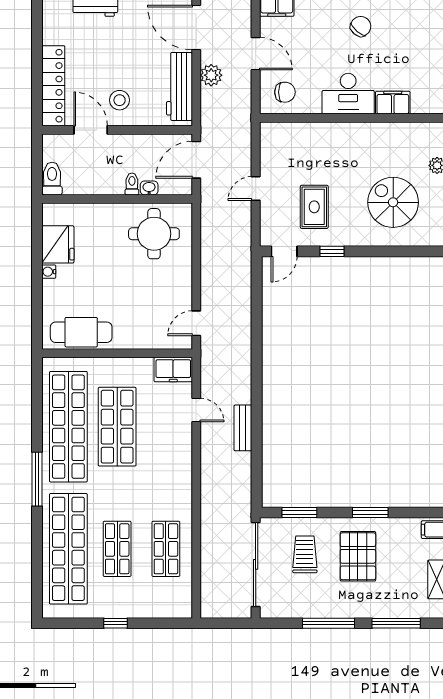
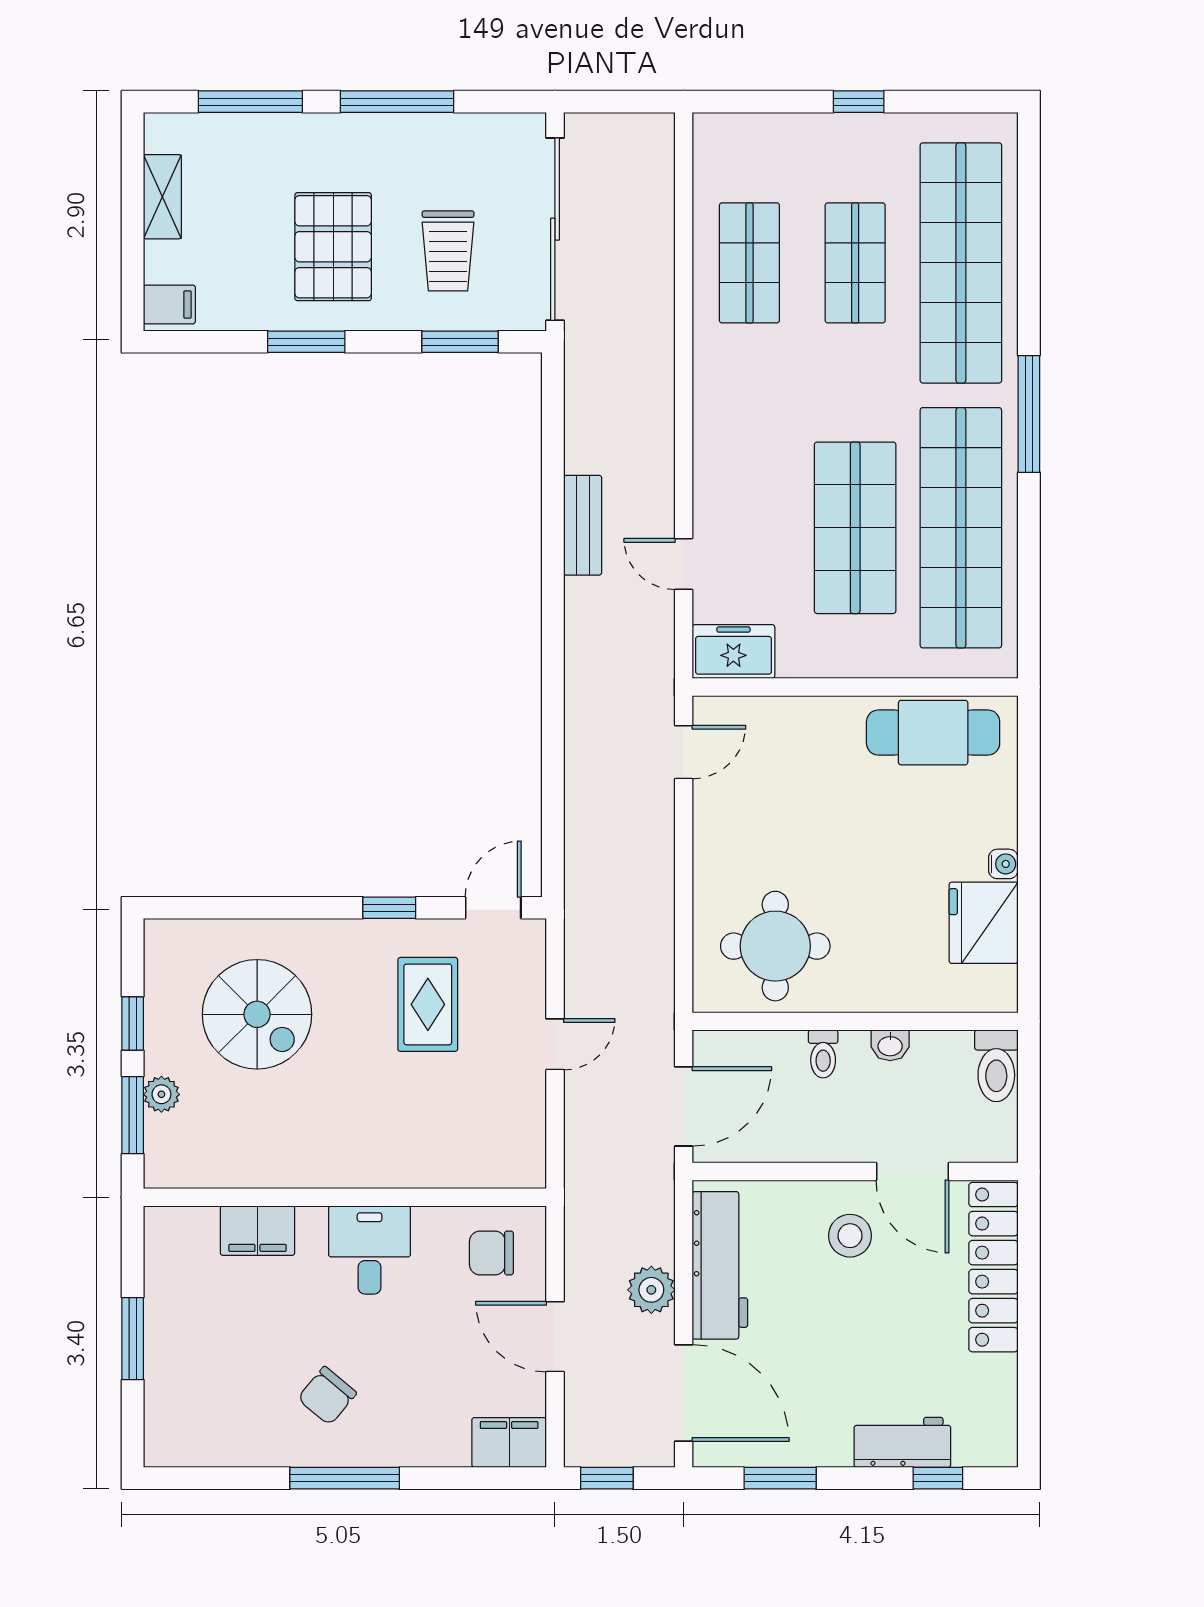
desk: (348, 94) -> (370, 1250), width x0.73
washbasin: (149, 188) -> (890, 1045), moved

